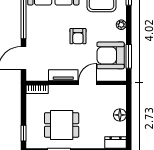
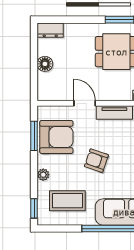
armchair: (78, 36) -> (96, 161), turned -71
door: (87, 83) -> (85, 103), swing flipped

